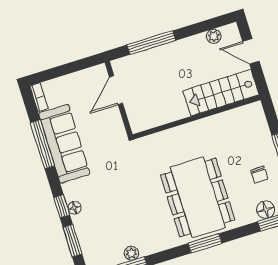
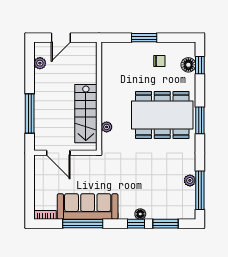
stairs: (221, 93) -> (86, 114), moved
plant: (164, 137) -> (107, 127), added

